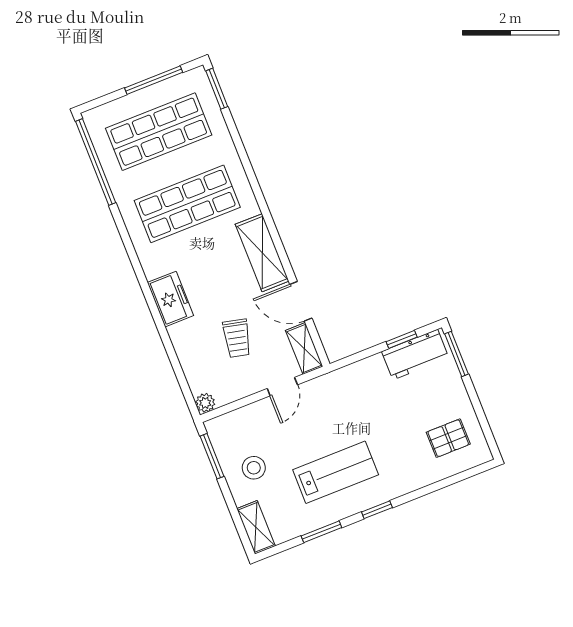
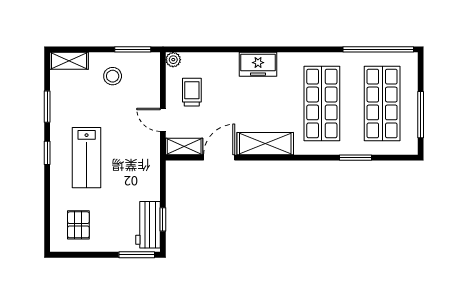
window: (217, 89) -> (356, 158), moved
trolley: (237, 338) -> (192, 92), moved, turned 77
lab bench: (336, 472) -> (87, 158), moved

